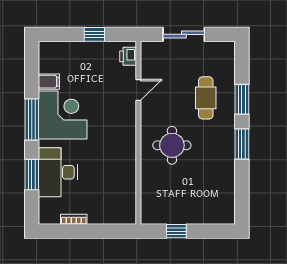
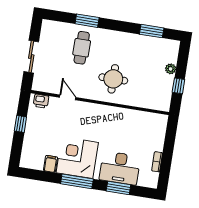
cafe table: (206, 98) -> (82, 48), turned 90
window: (242, 144) -> (152, 31), moved
plant: (197, 217) -> (171, 69), added

